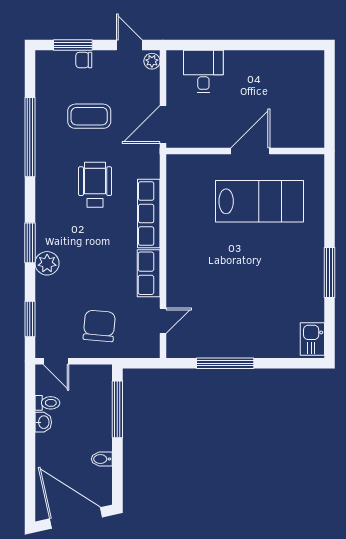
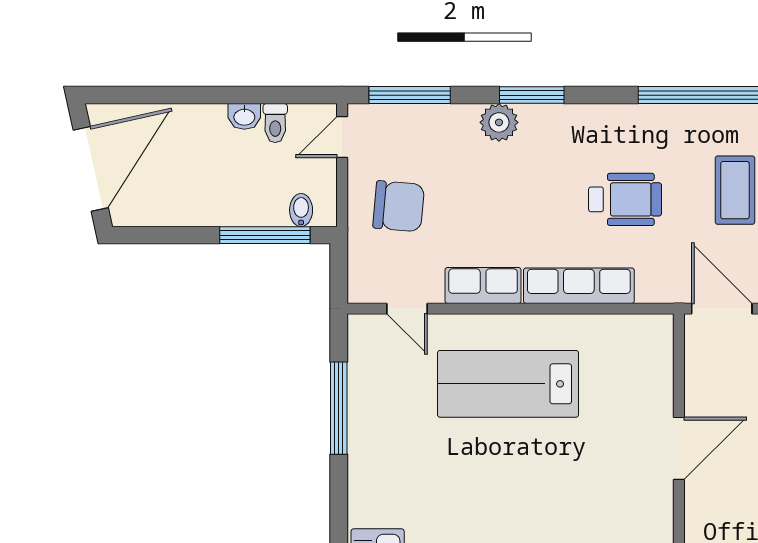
door: (250, 151) -> (679, 448), hinge flipped
lab bench: (259, 201) -> (508, 384), moved, turned 90
window: (30, 319) -> (410, 95), width x1.44
bidet: (102, 459) -> (301, 210), moved

